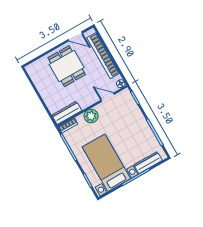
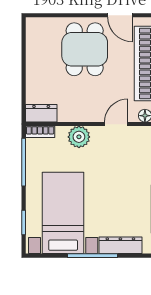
door: (108, 97) -> (116, 124), hinge flipped
dresser: (67, 113) -> (41, 113), width x0.70

